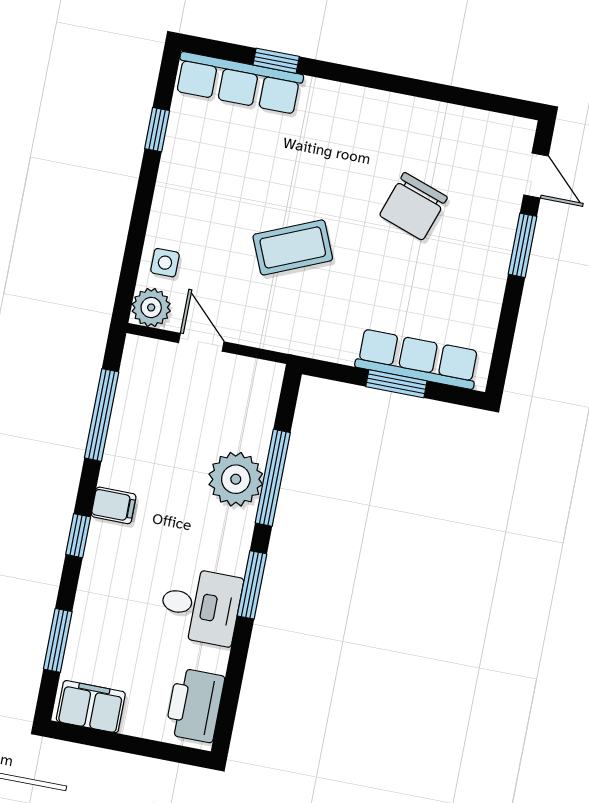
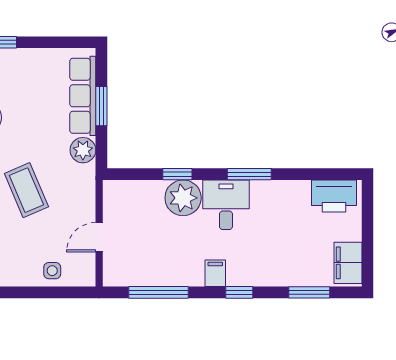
plant: (151, 307) -> (83, 150), moved
window: (273, 478) -> (177, 174), width x0.46
desk: (200, 606) -> (226, 205), moved

